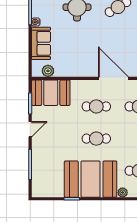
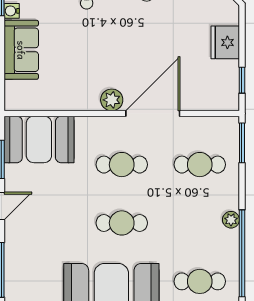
plant: (48, 71) -> (112, 100), moved
door: (113, 78) -> (153, 113), hinge flipped

